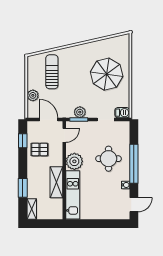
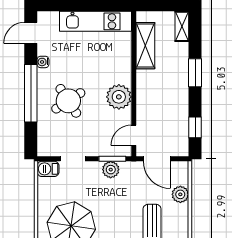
pallet: (40, 149) -> (170, 114), removed
round table: (109, 159) -> (68, 101), turned -33
shelving: (56, 182) -> (145, 46), moved
window: (23, 188) -> (195, 73), moved
kitchen unit: (73, 195) -> (95, 21), moved, turned -90

